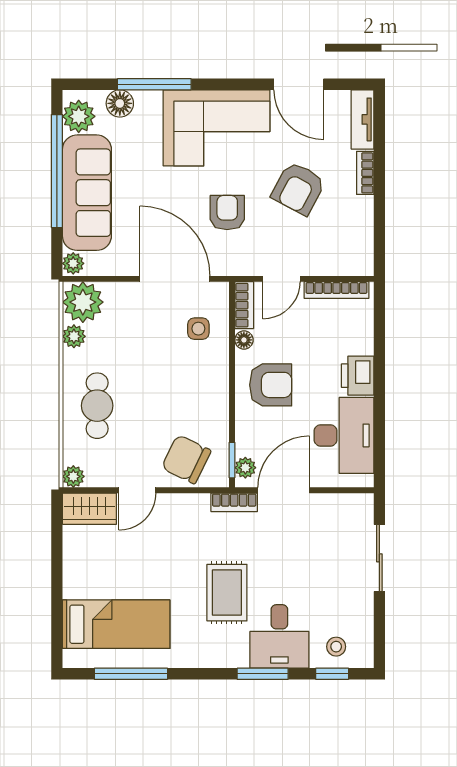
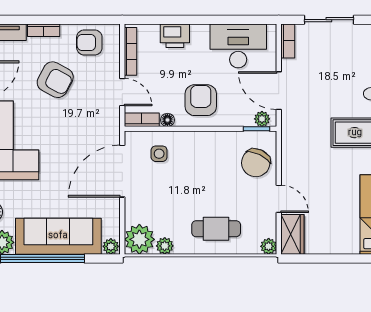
armchair: (227, 213) -> (89, 42), moved
printer: (358, 376) -> (175, 36), moved
bookcase: (234, 502) -> (288, 41), moved

